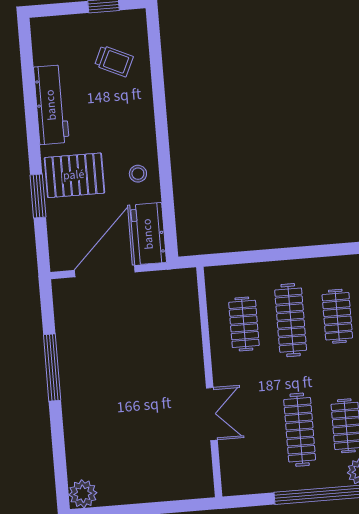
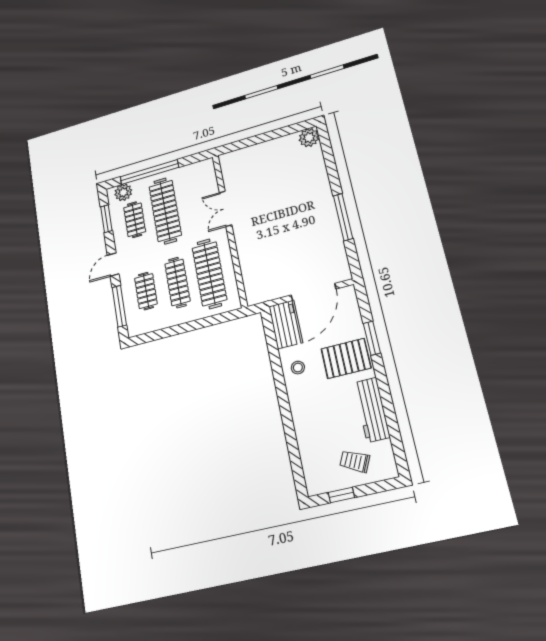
trolley: (114, 61) -> (355, 461), moved
clothes rail: (244, 324) -> (209, 274), width x1.86, depth x1.31
clothes rail: (300, 430) -> (165, 211), width x1.37, depth x1.31

